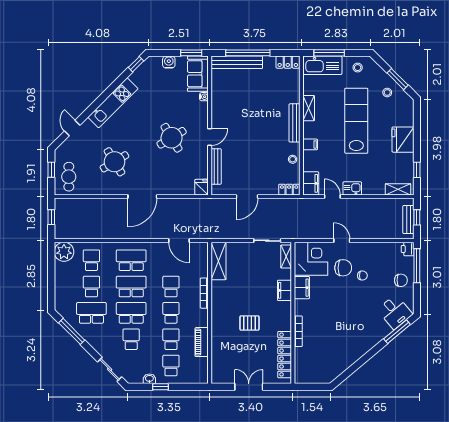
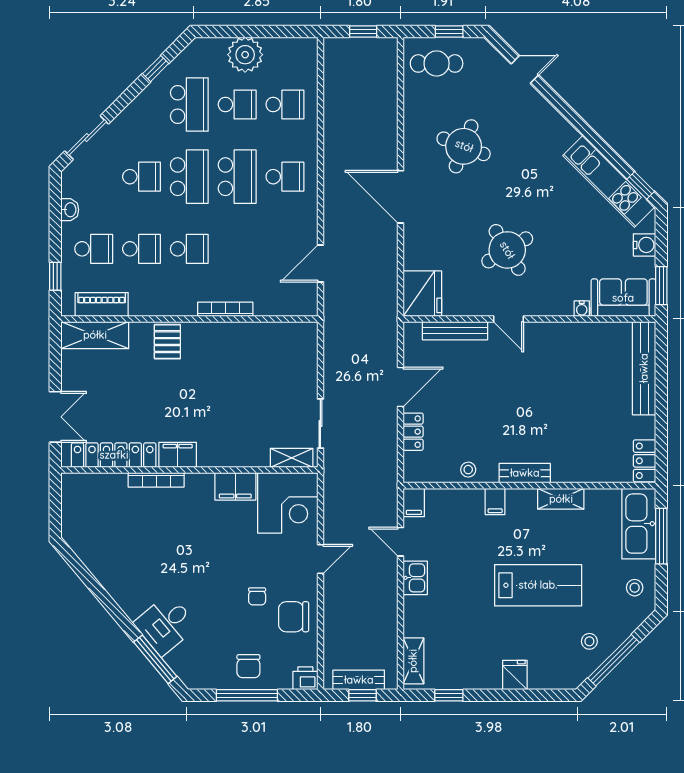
window: (248, 53) -> (661, 388), removed
window: (398, 79) -> (614, 660), width x1.44
kitchen unit: (113, 103) -> (609, 181), moved
lab bench: (356, 121) -> (538, 585), width x0.73
bench: (295, 123) -> (525, 473), width x0.73
fridge: (403, 140) -> (515, 675), width x0.53, depth x0.75
round table: (114, 162) -> (464, 146), turned -38
filing cabinet: (311, 183) -> (414, 502), width x0.50
fridge: (201, 187) -> (422, 294), width x1.88, depth x1.34
locker: (289, 190) -> (413, 432), moved
door: (247, 197) -> (401, 387), swing flipped
door: (332, 197) -> (401, 542), swing flipped
plant: (64, 252) -> (245, 55), moved
school desk: (131, 260) -> (285, 177), width x0.54
shelving: (219, 261) -> (95, 335), moved
window: (417, 266) -> (247, 695), moved
chair: (343, 268) -> (294, 617), moved, turned 90
school desk: (171, 287) -> (237, 249), removed
filing cabinet: (284, 290) -> (178, 455), moved
desk: (395, 312) -> (165, 625), moved
pallet: (249, 323) -> (167, 342), moved
window: (72, 331) -> (156, 69), width x0.46
piano: (202, 342) -> (102, 304), moved
window: (160, 387) -> (55, 276), moved
double door: (249, 387) -> (55, 417), moved

